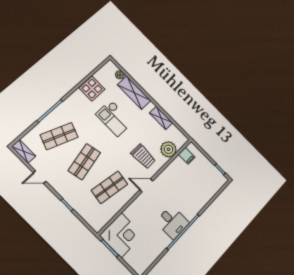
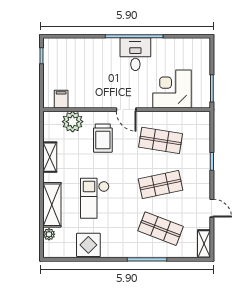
checkout: (114, 118) -> (95, 198), turned 180
trolley: (143, 156) -> (103, 138), turned 180
corner desk: (121, 235) -> (172, 89), moved

